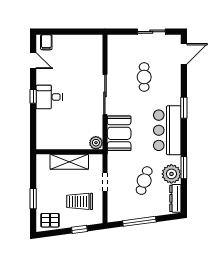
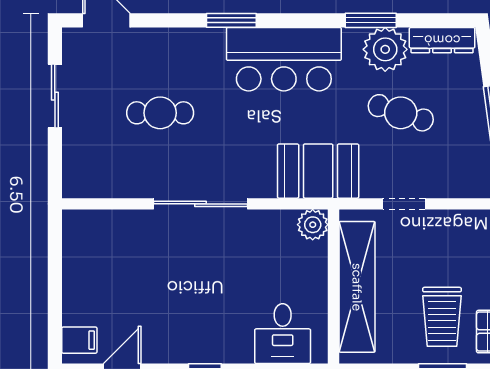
desk: (49, 97) -> (283, 334), moved
booth: (119, 133) -> (318, 171), moved
shelving: (69, 162) -> (357, 287), width x1.47
trolley: (80, 201) -> (442, 317), moved

